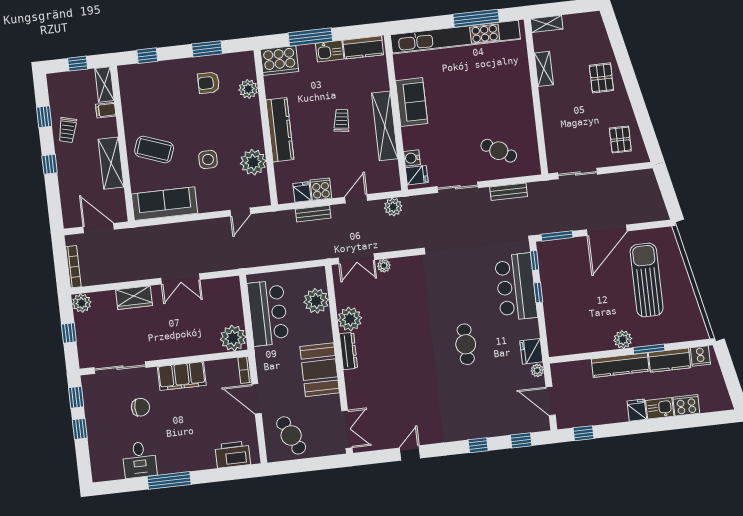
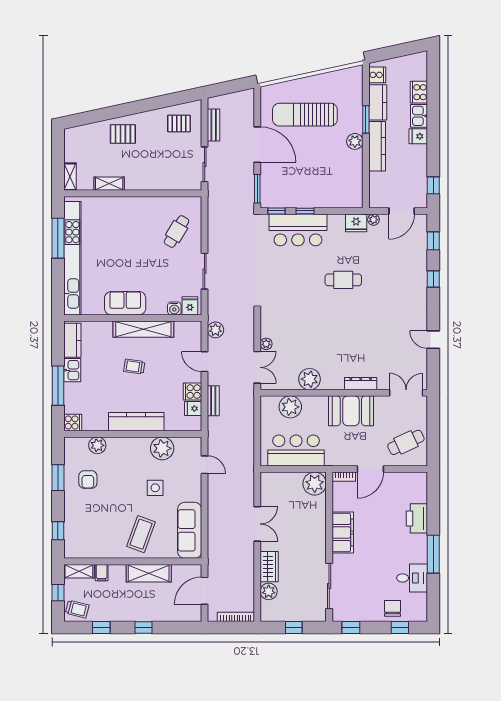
cooker: (279, 61) -> (73, 423), width x0.53, depth x0.76
trolley: (67, 130) -> (77, 609), moved
bench: (509, 192) -> (214, 125), moved
plant: (82, 303) -> (269, 591), moved
dresser: (348, 351) -> (361, 384), moved
chair: (140, 407) -> (392, 608), moved
window: (80, 429) -> (400, 627), moved
printer: (233, 455) -> (417, 518), moved

